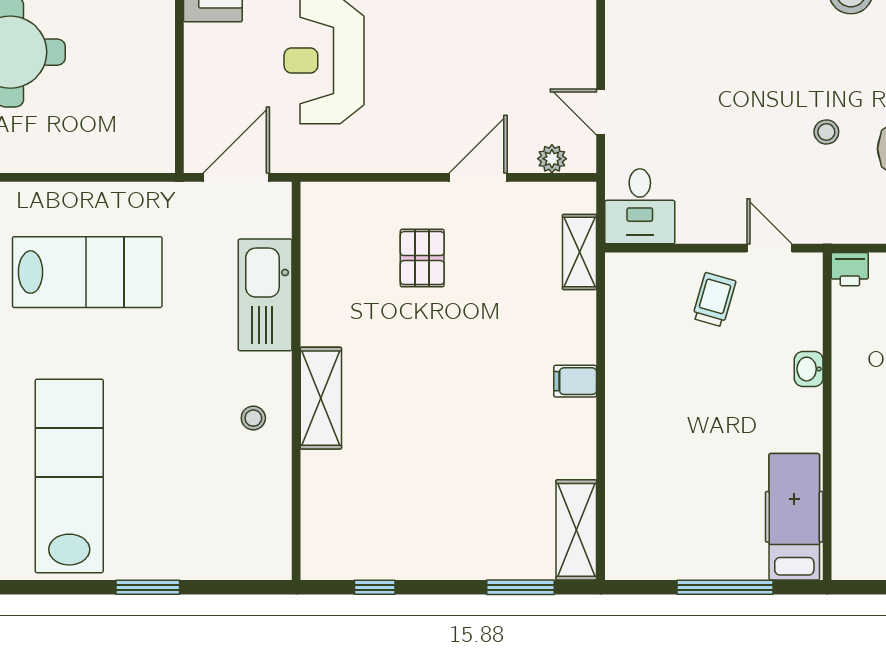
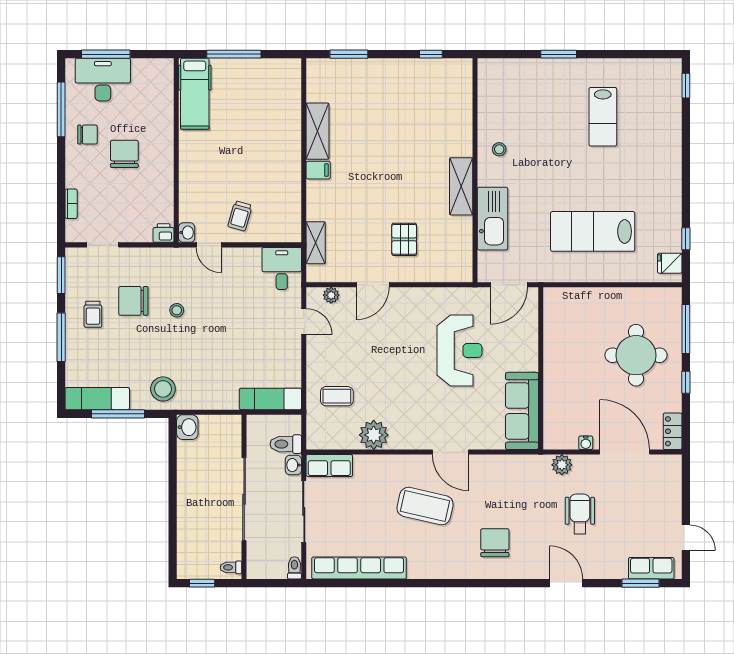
washbasin: (809, 369) -> (187, 233), moved
shelving: (321, 398) -> (461, 186), moved
lab bench: (69, 476) -> (603, 117), width x0.54, depth x0.72
shelving: (576, 530) -> (317, 131), moved

